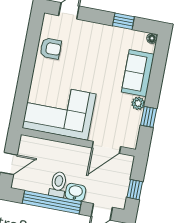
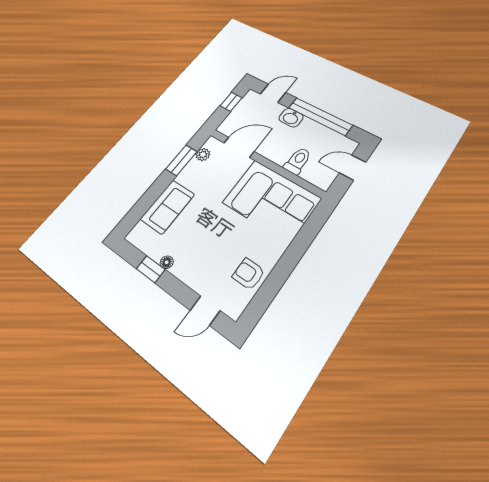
floor lamp: (152, 38) -> (167, 262), moved
plant: (138, 103) -> (203, 154), moved
window: (149, 117) -> (181, 160), width x1.50
toilet: (58, 184) -> (298, 161), moved, turned 180

